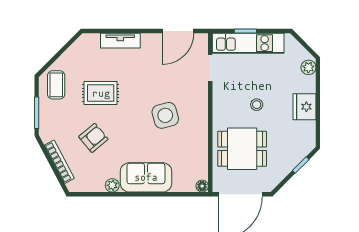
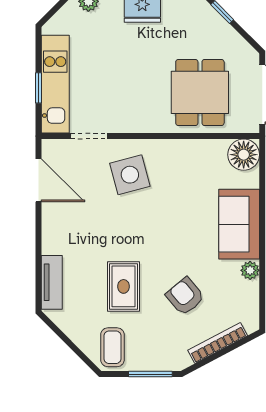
tv unit: (120, 41) -> (52, 282), moved
coffee table: (56, 85) -> (112, 347), turned 90
stool: (257, 105) -> (139, 72), removed
side table: (165, 115) -> (130, 175), moved
floor lamp: (202, 186) -> (244, 155), width x1.89, depth x1.89

